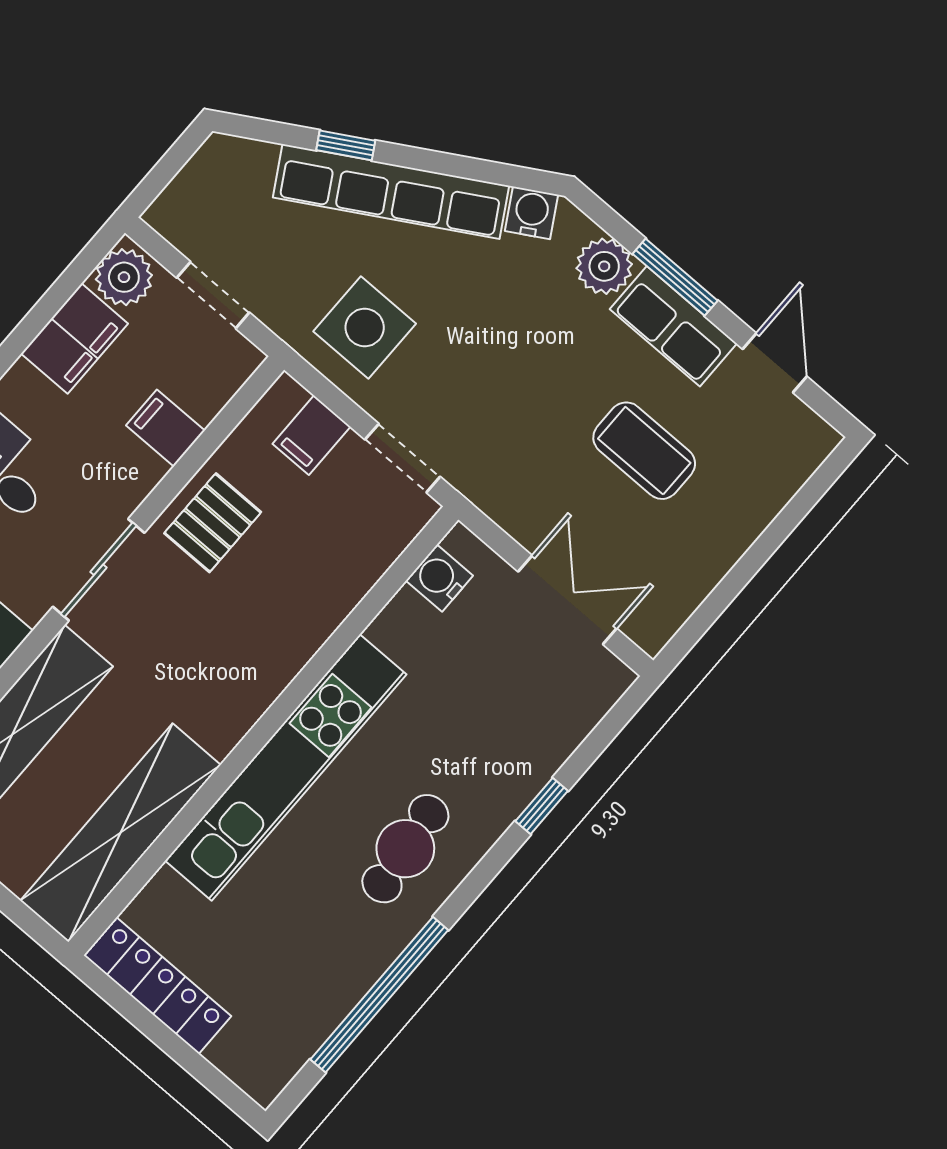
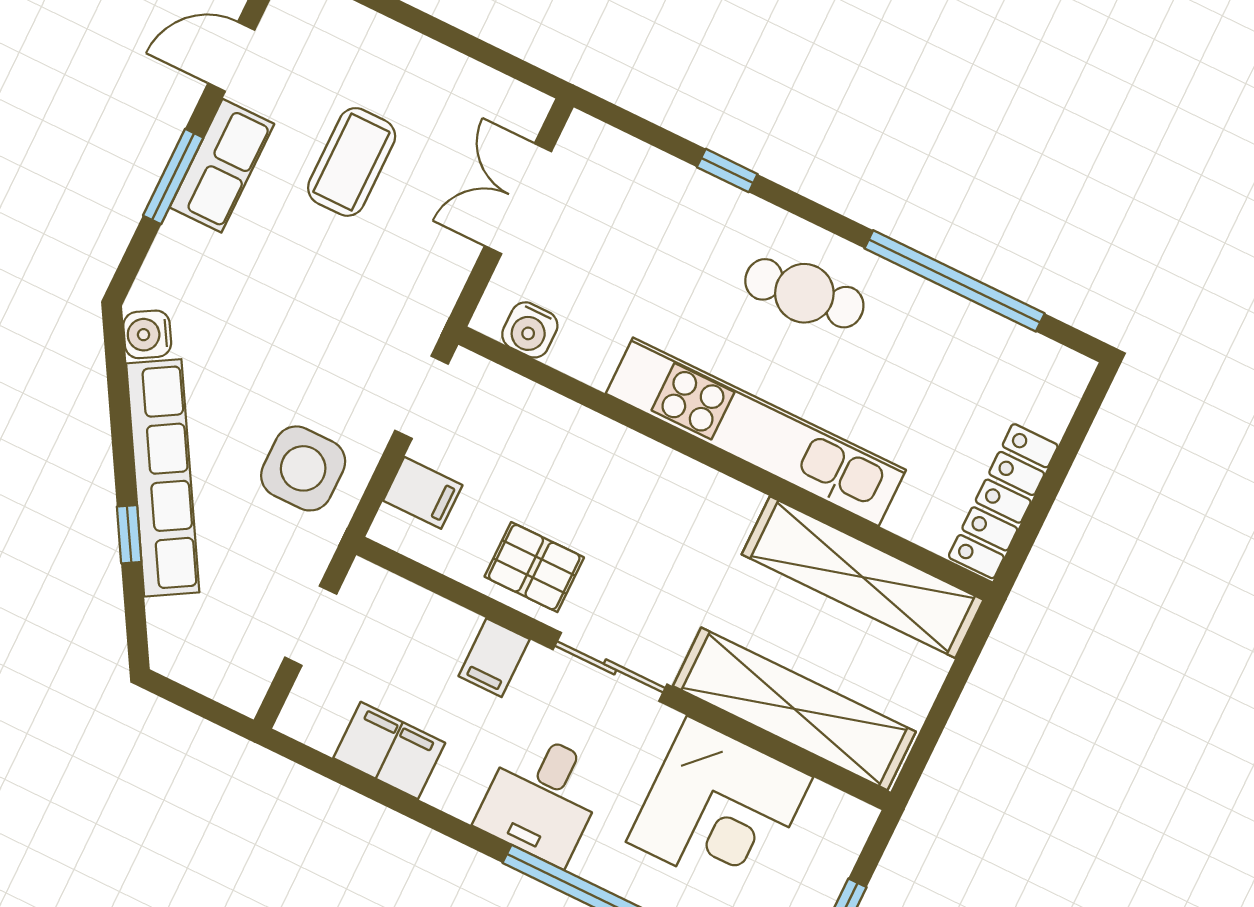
plant: (604, 266) -> (181, 249), removed
plant: (124, 277) -> (316, 718), removed
filing cabinet: (165, 428) -> (494, 658), moved

